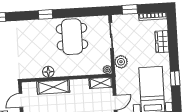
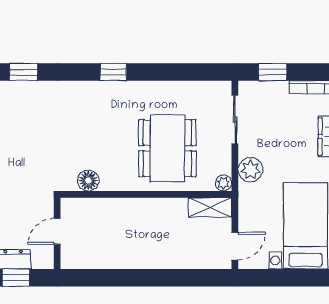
dining table: (72, 37) -> (167, 148), moved
floor lamp: (48, 72) -> (88, 181), moved
shelving: (53, 87) -> (120, 210), removed

